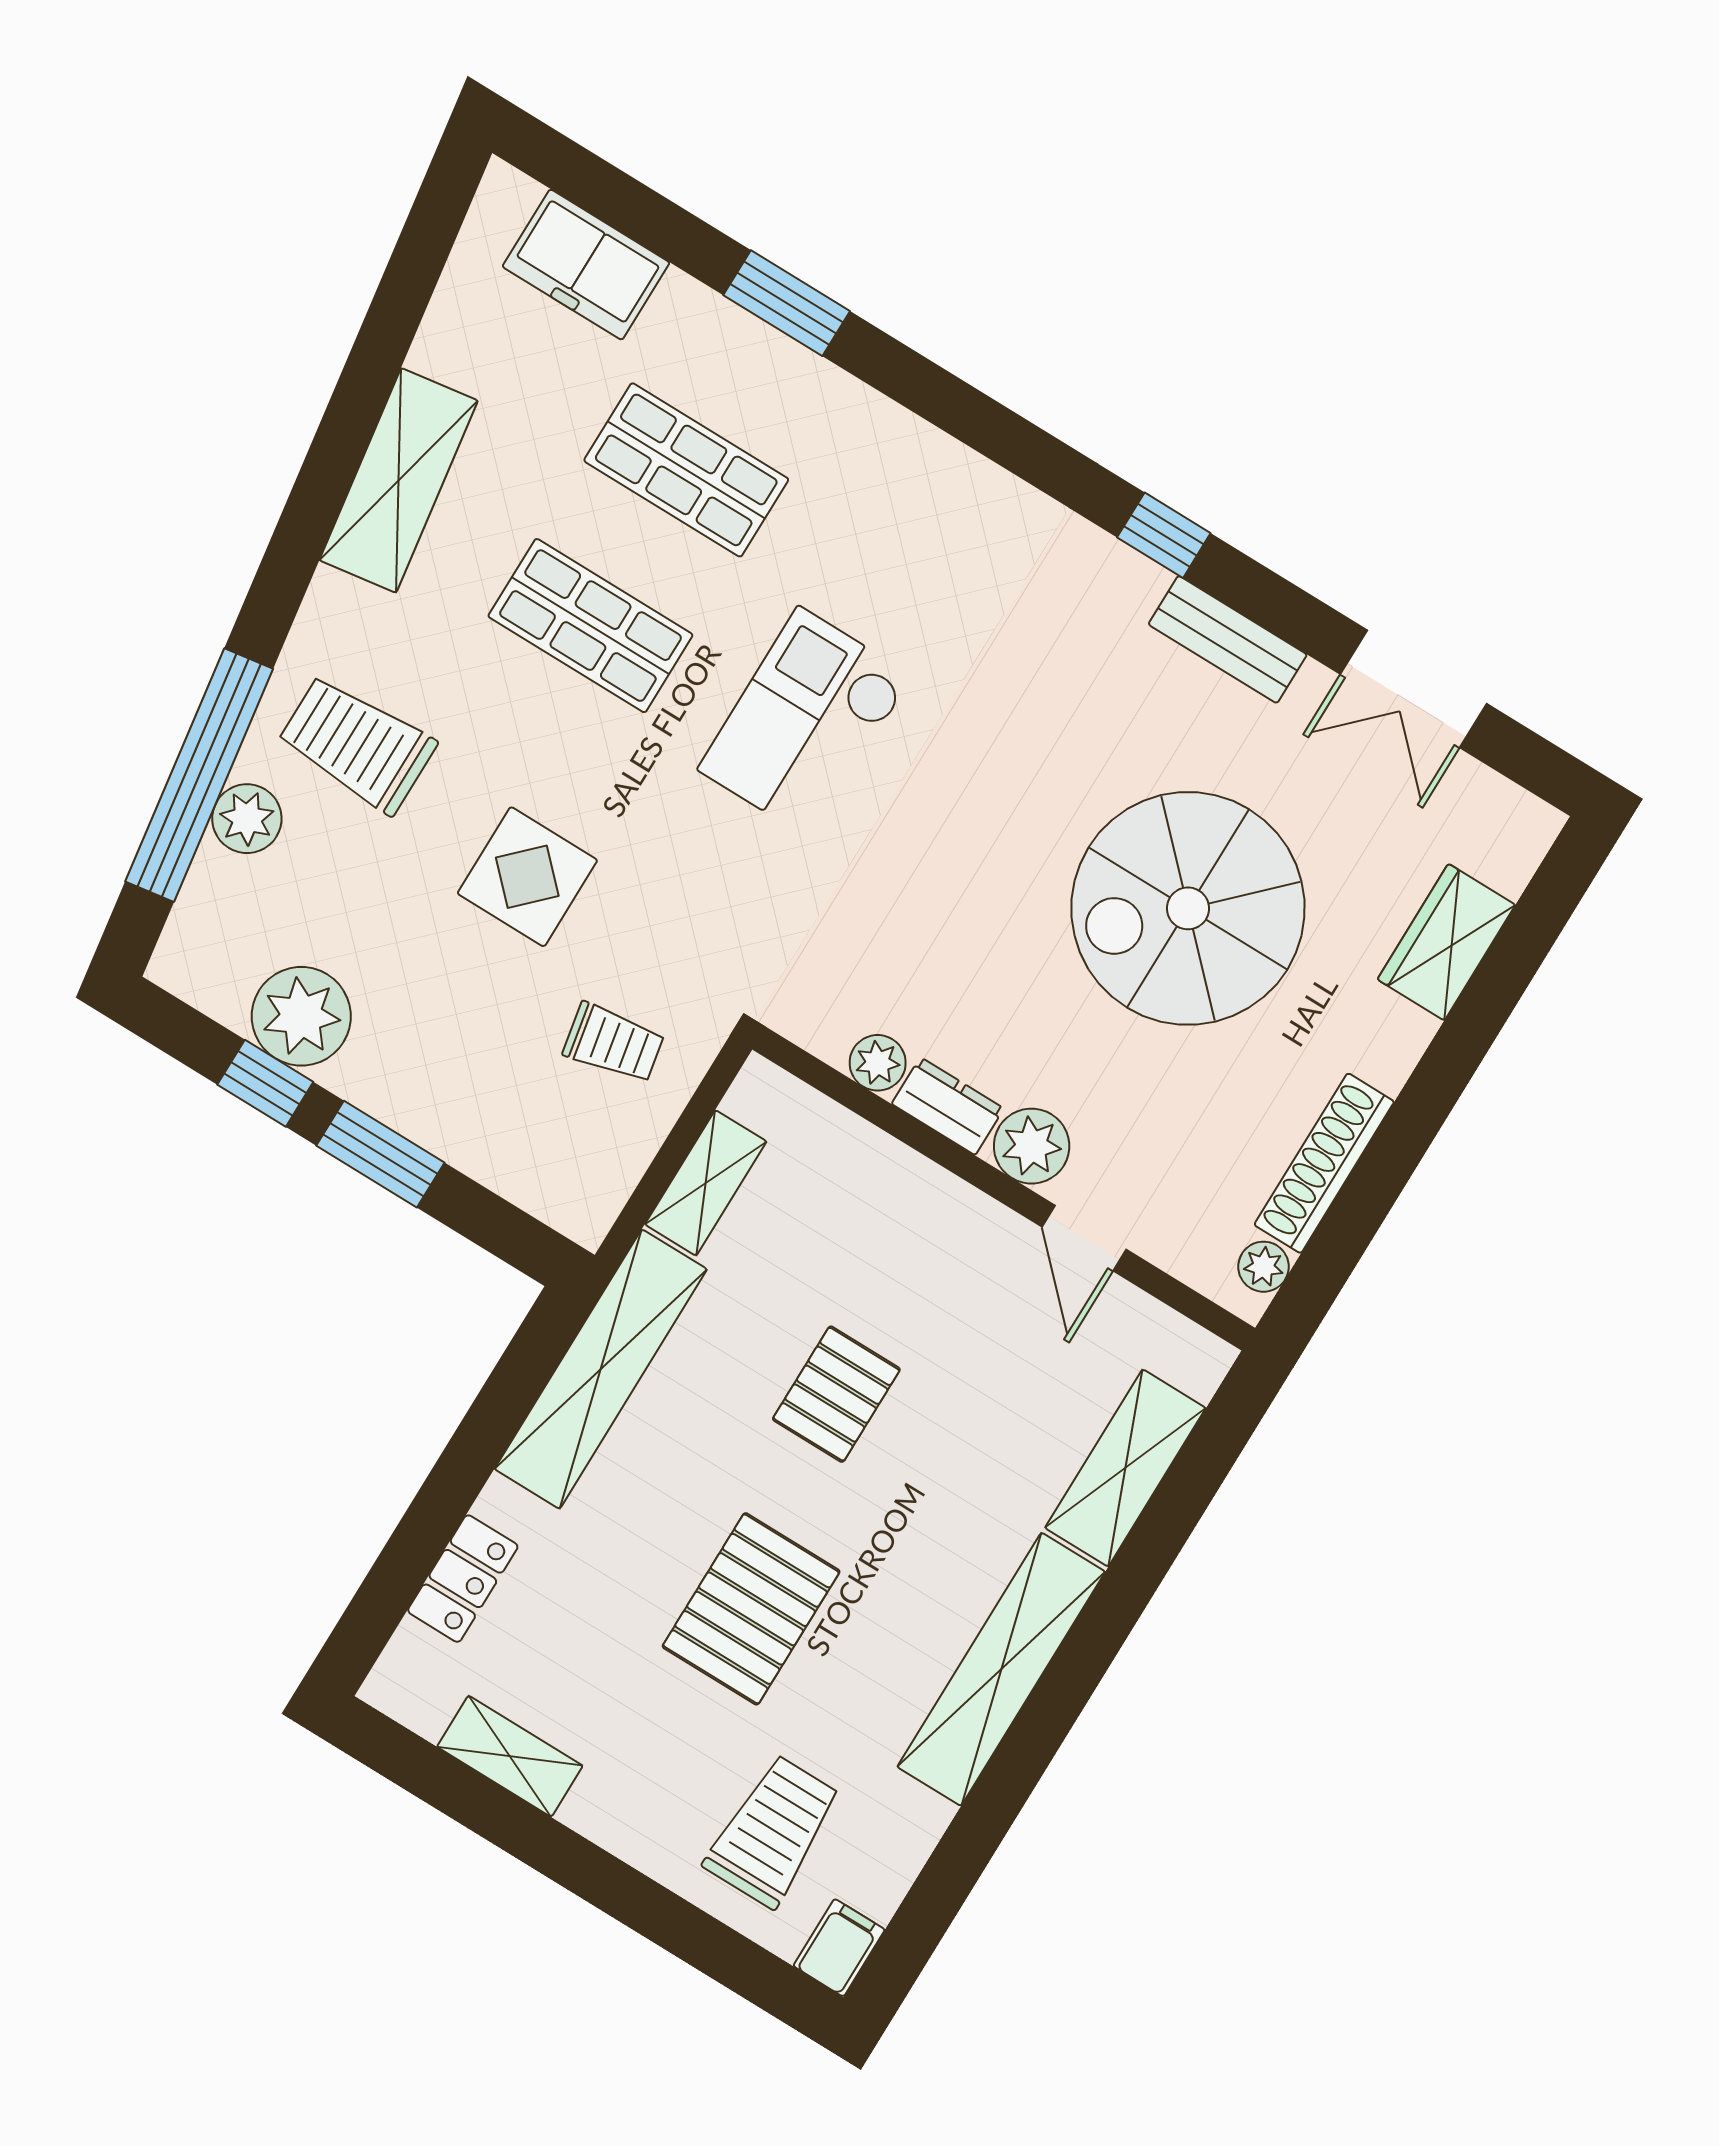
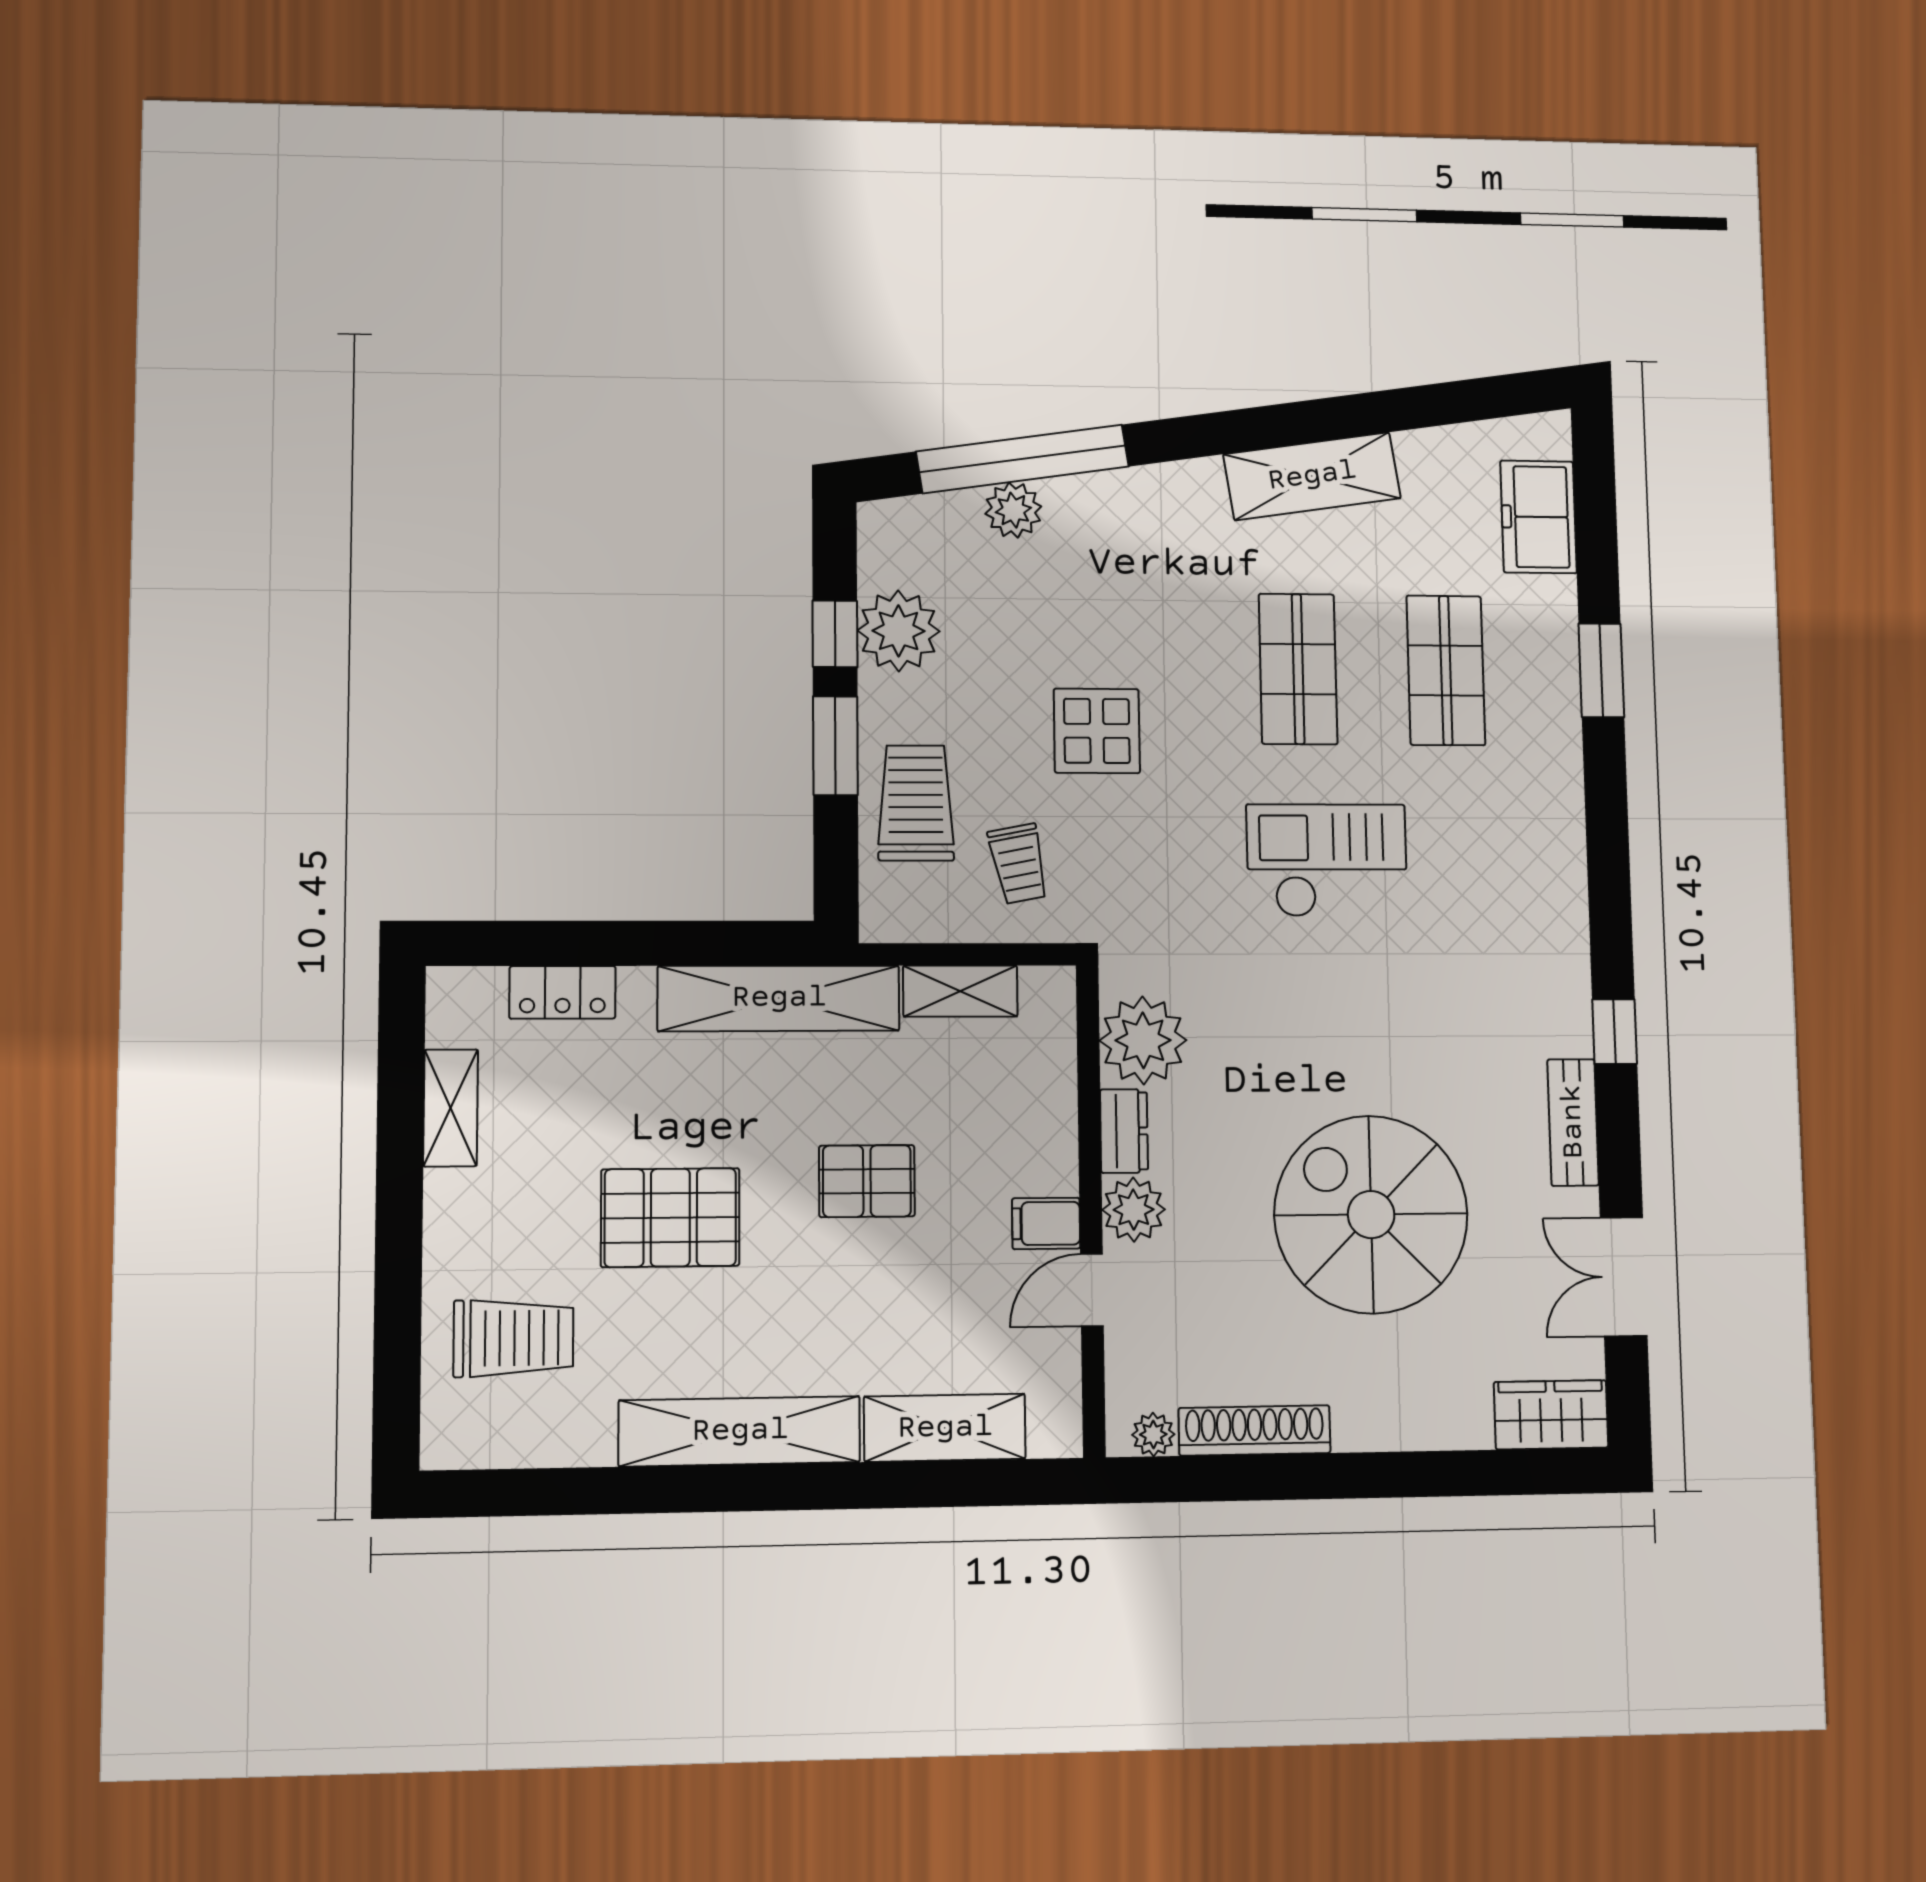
trolley: (357, 744) -> (916, 803), moved
wardrobe: (1446, 942) -> (1551, 1415), moved
plant: (878, 1063) -> (1143, 1040), width x1.88, depth x1.88
filing cabinet: (839, 1948) -> (1046, 1223), moved, turned 180

